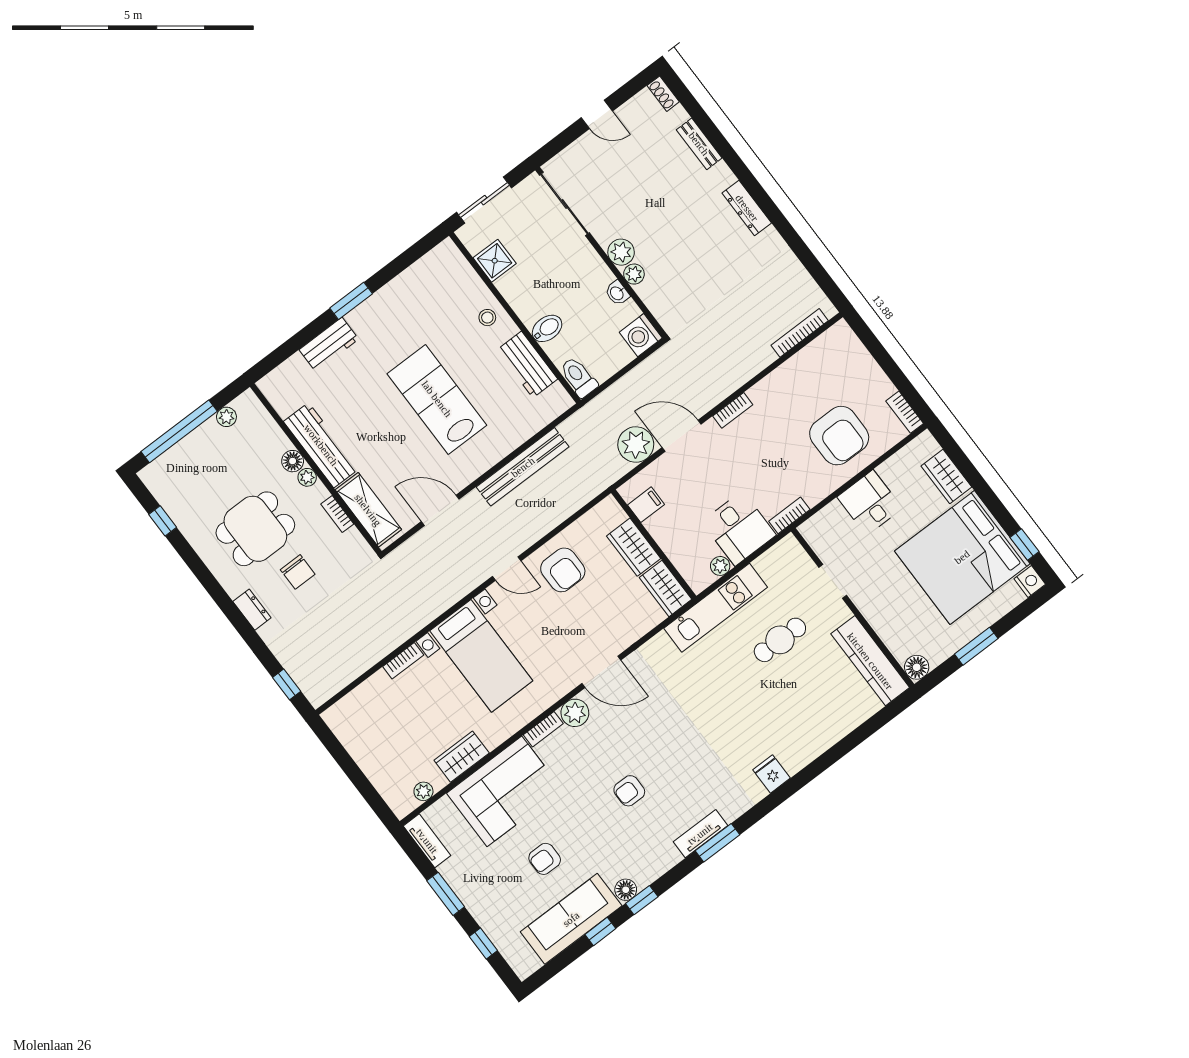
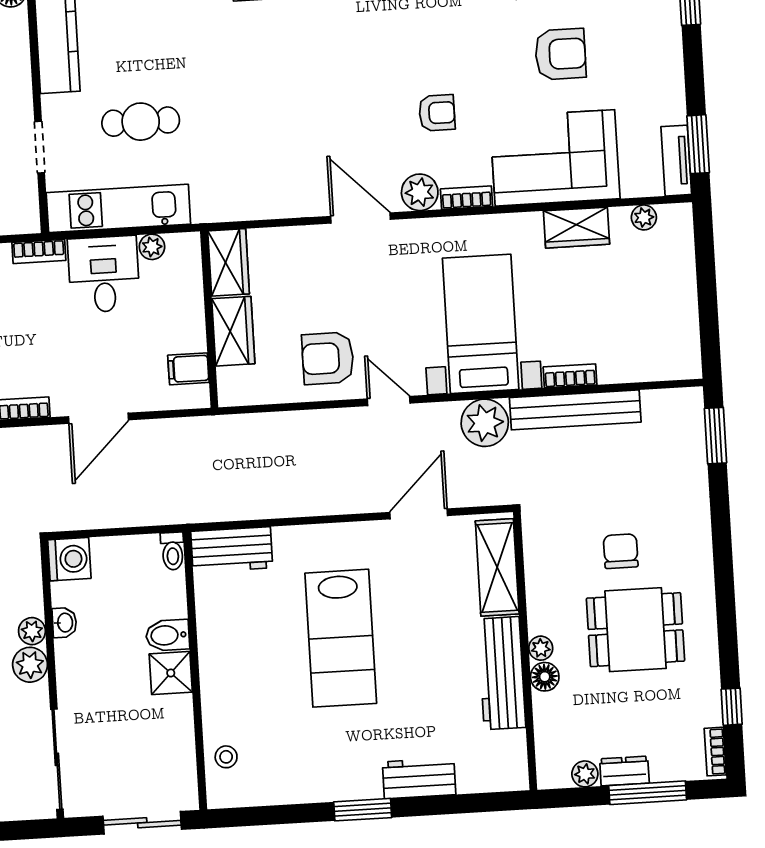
shower: (495, 261) -> (171, 673), moved
stool: (487, 318) -> (226, 757), moved
workbench: (527, 365) -> (232, 550), moved, turned 90
toilet: (579, 377) -> (173, 551), width x0.73, depth x0.72
window: (179, 431) -> (648, 793), width x0.68
door: (682, 436) -> (99, 418), hinge flipped
plant: (636, 445) -> (485, 423), moved
bench: (523, 467) -> (575, 410), moved
door: (440, 510) -> (419, 514), swing flipped
bookcase: (337, 514) -> (715, 752), moved, turned 180
armchair: (563, 570) -> (328, 358), turned -90
kitchen unit: (716, 608) -> (118, 208), moved
dresser: (252, 610) -> (624, 771), moved, turned 90
window: (287, 684) -> (715, 436), width x1.50
armchair: (629, 791) -> (437, 113), moved
armchair: (545, 859) -> (560, 54), width x1.38, depth x1.38
window: (446, 894) -> (698, 144), moved

